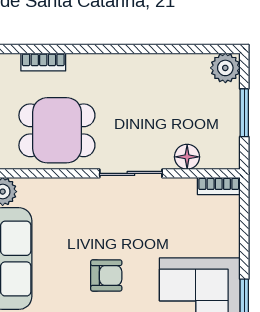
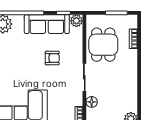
armchair: (106, 275) -> (52, 58), moved, turned -90

